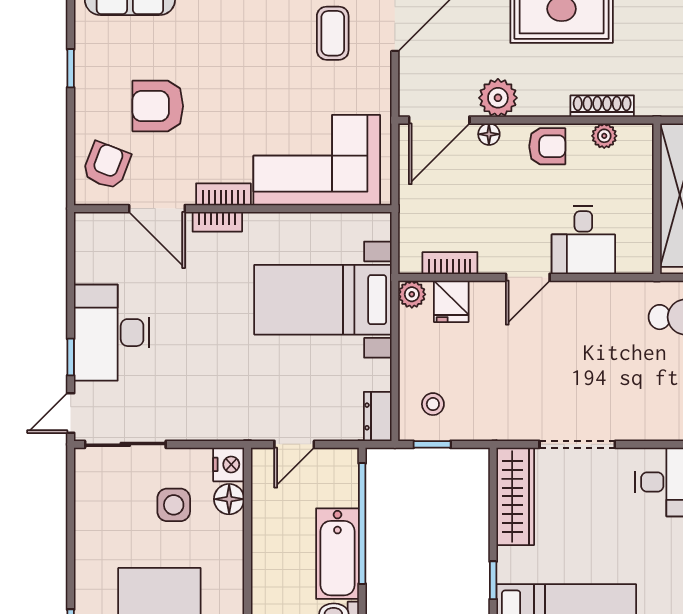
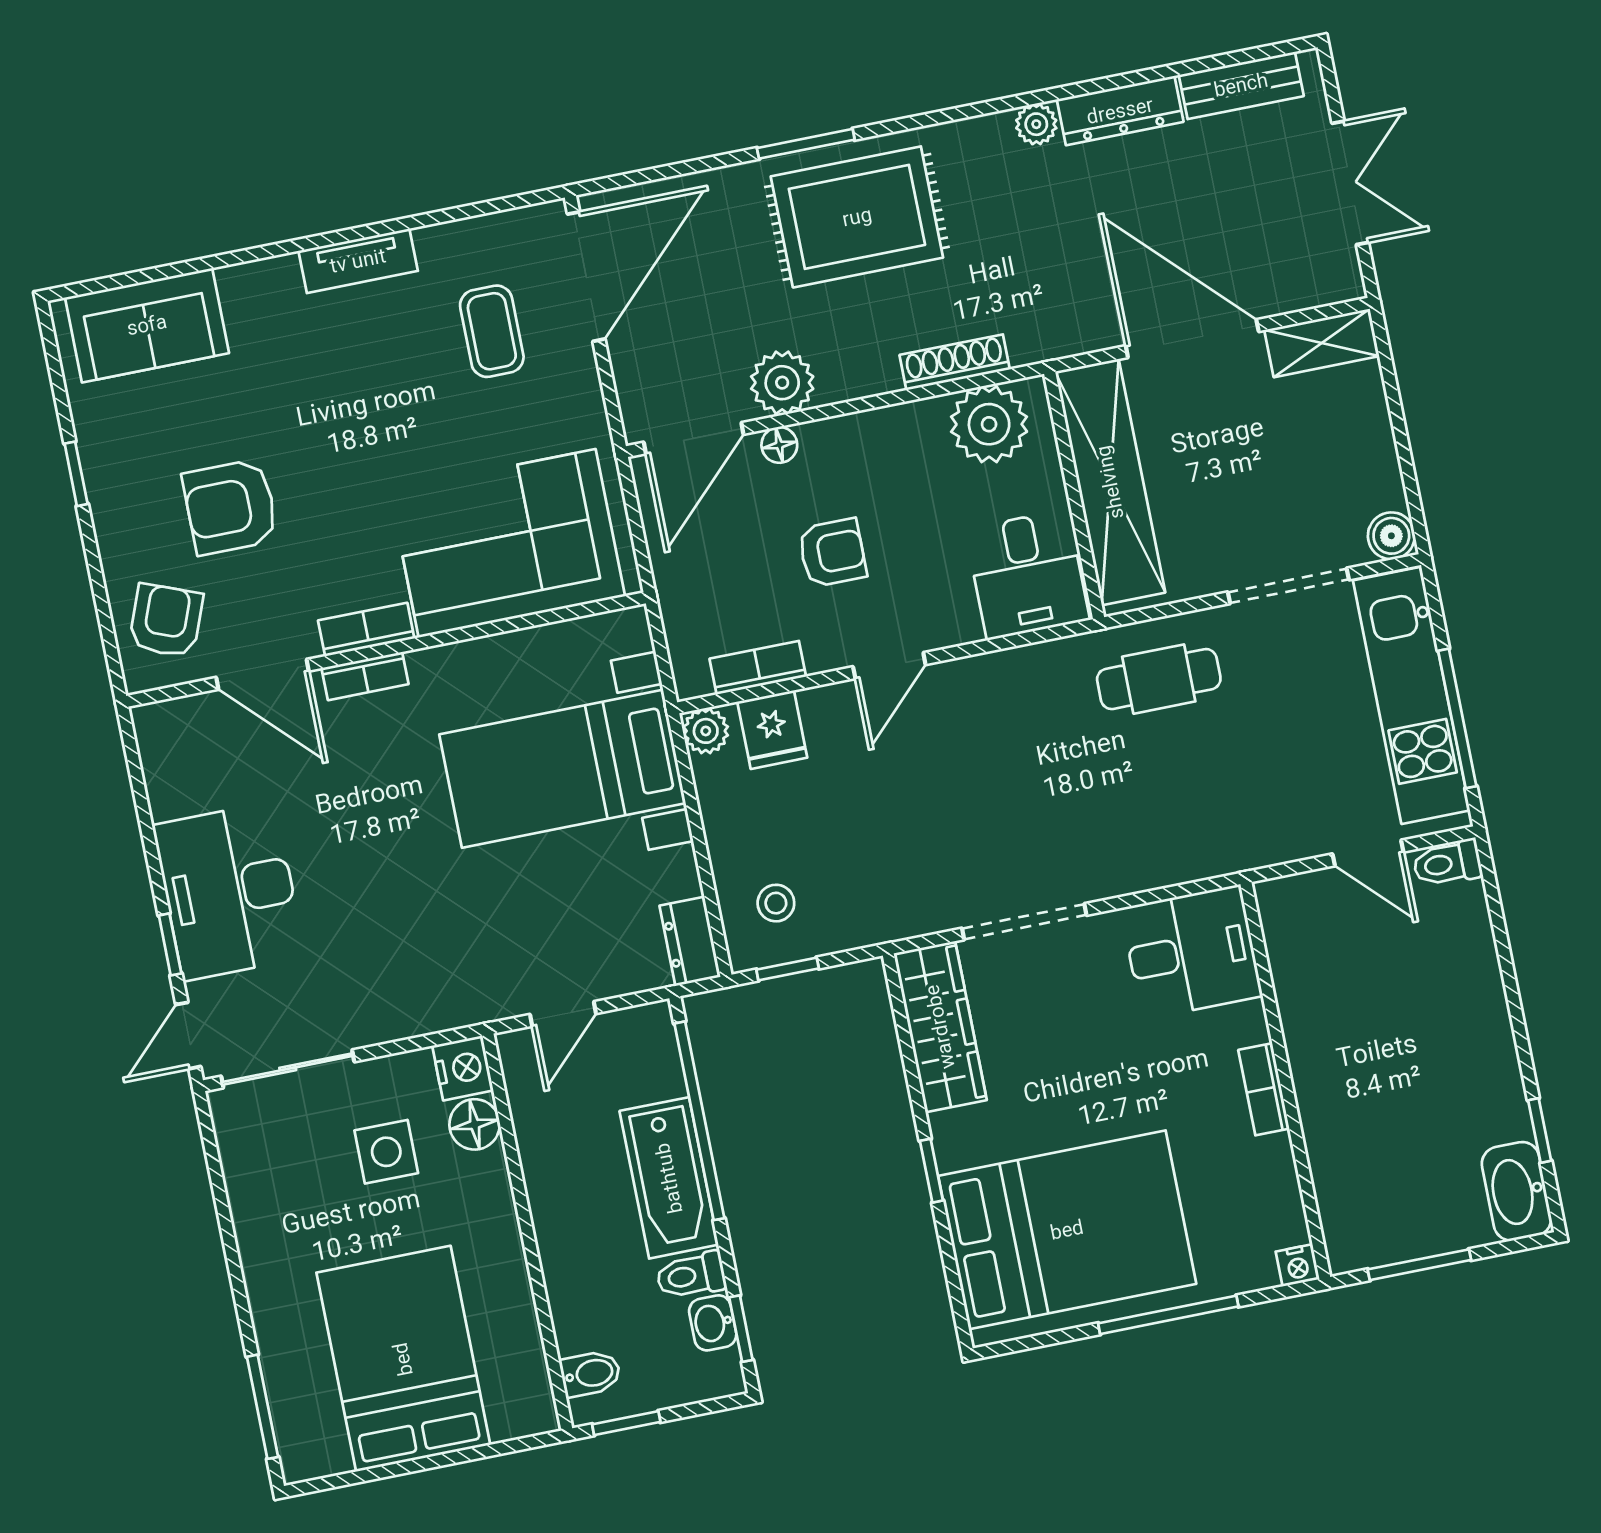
plant: (604, 136) -> (989, 424), width x1.88, depth x1.88
armchair: (547, 146) -> (832, 553), moved
desk: (583, 240) -> (1027, 575), moved

